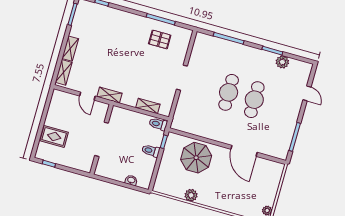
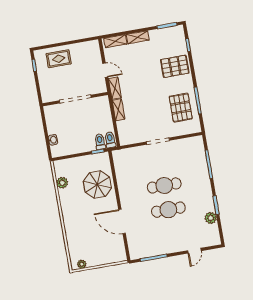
pallet: (116, 26) -> (175, 66), added
pallet: (160, 39) -> (181, 108), width x1.50, depth x1.42
door: (87, 96) -> (105, 70), swing flipped
shelving: (148, 106) -> (118, 110), moved
rug: (54, 136) -> (59, 59), turned 90
toilet: (151, 151) -> (100, 142), moved
door: (244, 151) -> (122, 221), hinge flipped
plant: (191, 195) -> (62, 183), moved

